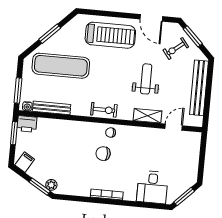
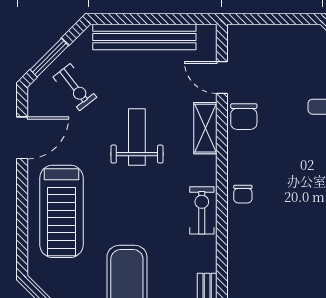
treadmill: (110, 35) -> (61, 211), turned 180
weight bench: (146, 79) -> (137, 137), turned 90
chair: (103, 154) -> (244, 117), moved

